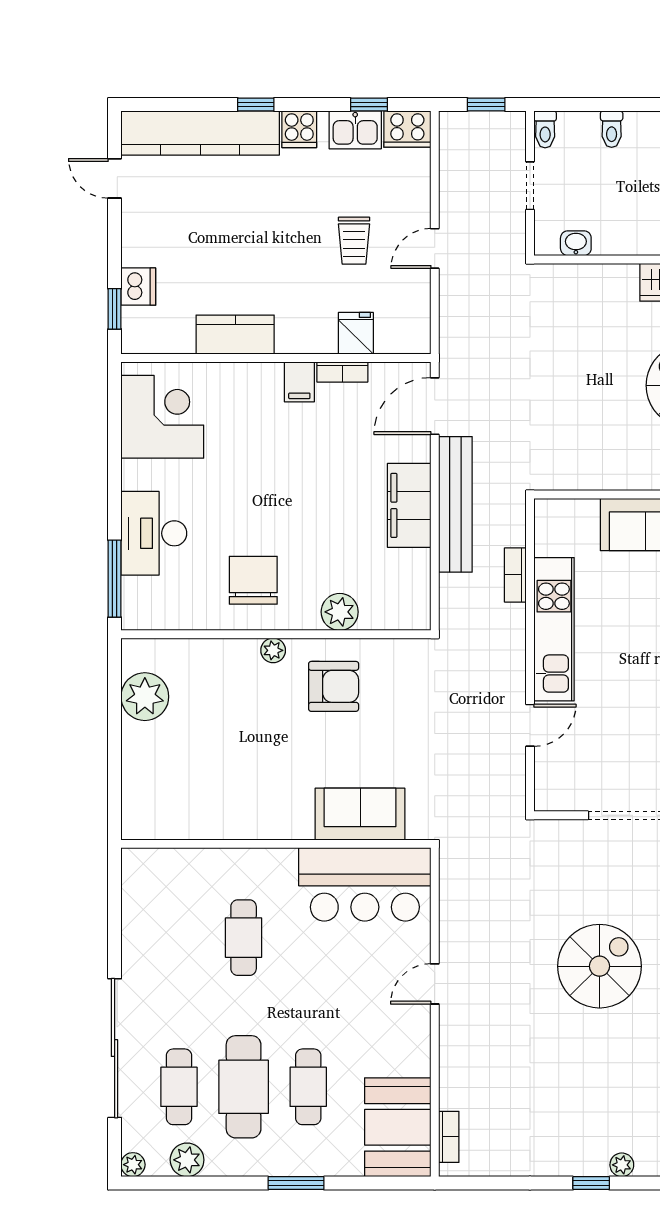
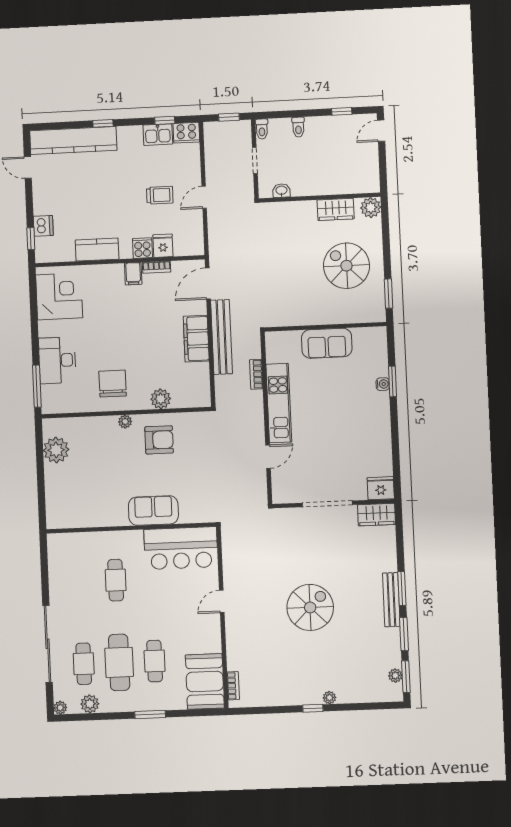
cooker: (299, 129) -> (142, 248), moved, turned 180
trolley: (354, 241) -> (160, 195), turned -90
sofa: (360, 814) -> (153, 510), moved
spiral stairs: (600, 966) -> (310, 607), moved

